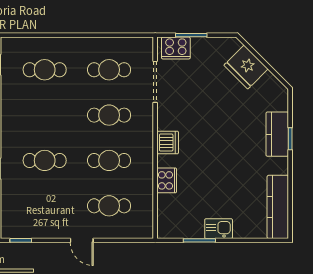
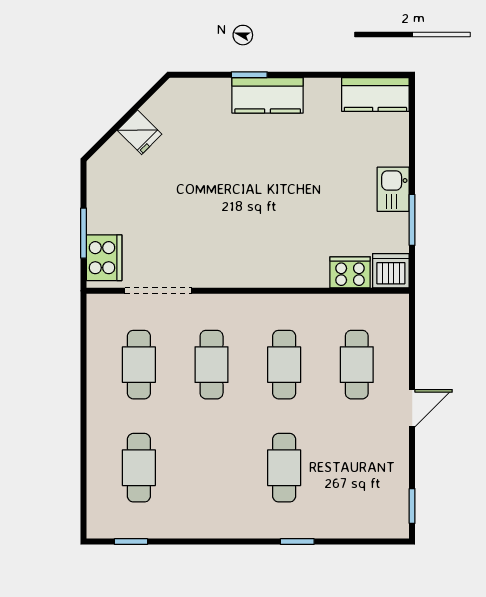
fridge: (246, 67) -> (140, 132), width x0.53, depth x0.75
kitchen counter: (277, 134) -> (268, 95), moved
dishwasher: (168, 143) -> (391, 271), moved
cooker: (167, 180) -> (350, 272), moved
kitchen counter: (278, 207) -> (375, 94), width x0.67

